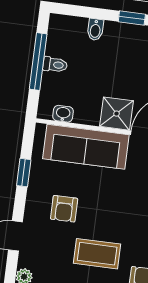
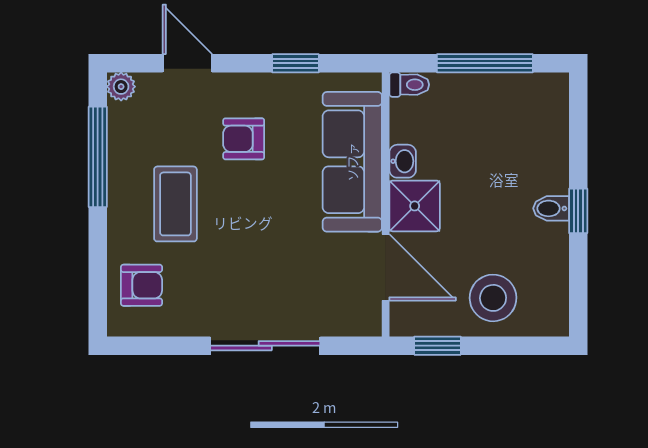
bidet: (95, 29) -> (551, 208), moved
toilet: (55, 65) -> (409, 85), moved, turned -90
washbasin: (63, 114) -> (403, 161), moved

